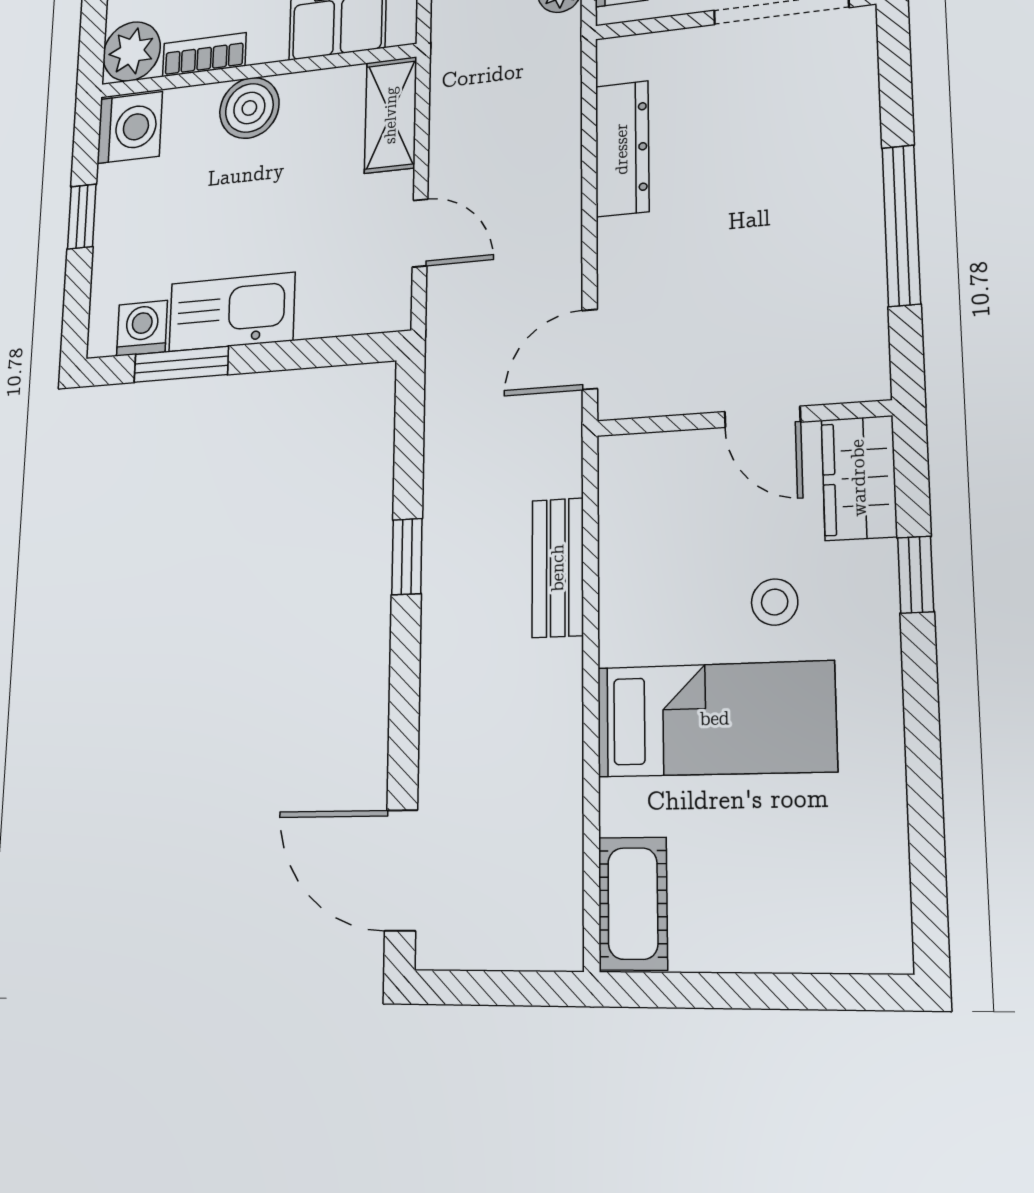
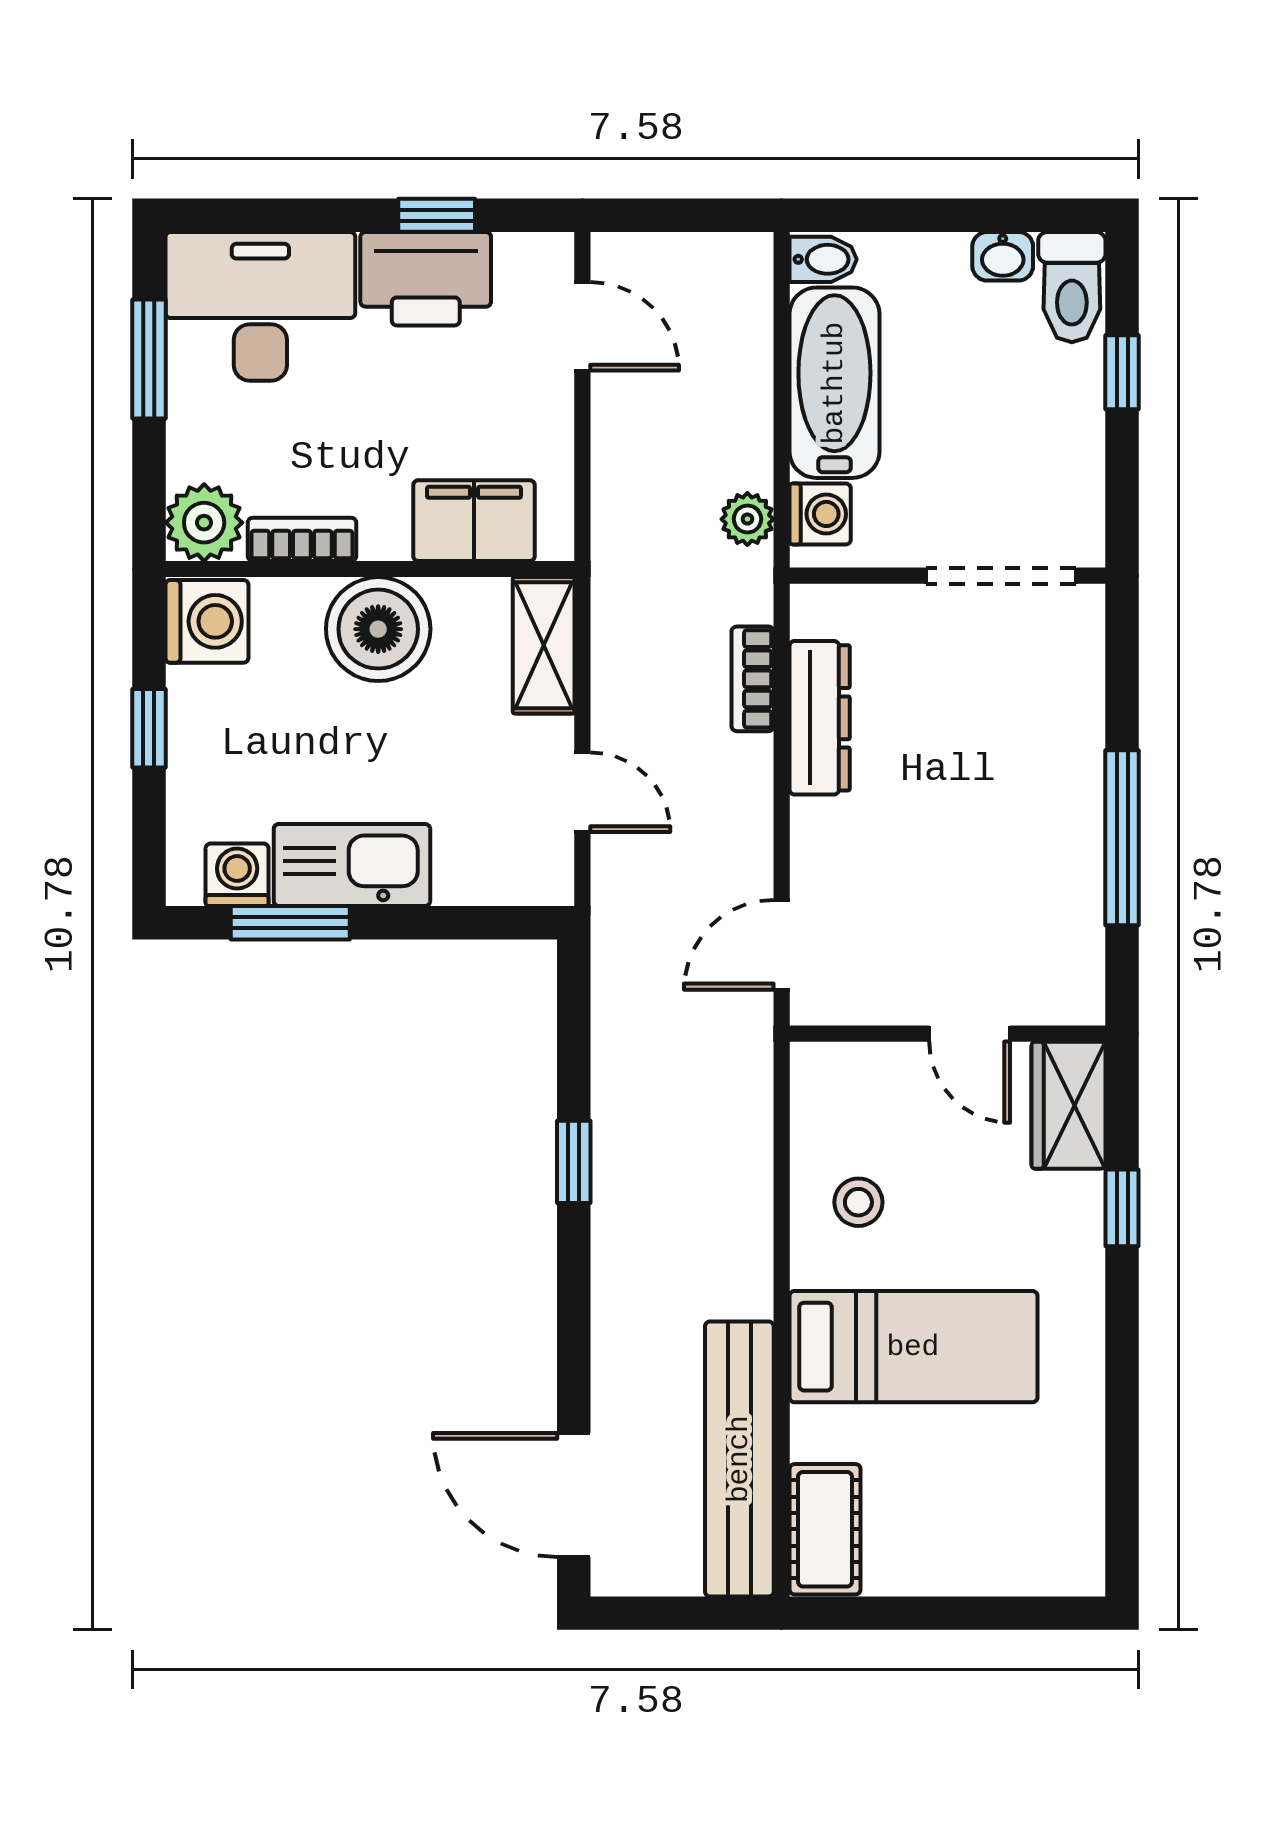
boiler: (249, 108) -> (378, 629), width x1.37, depth x1.37
bookcase: (564, 122) -> (753, 679), added
bench: (558, 568) -> (739, 1459), moved, width x1.86, depth x1.21
stool: (775, 602) -> (858, 1202), moved

